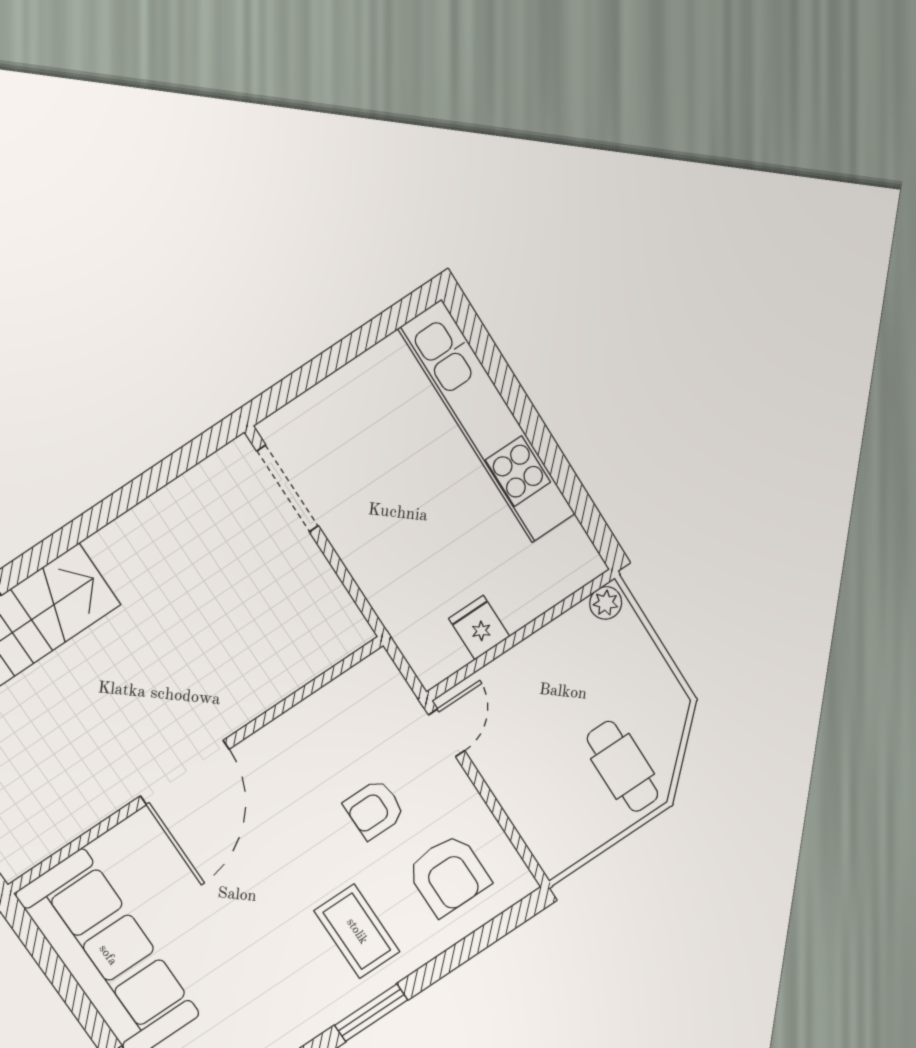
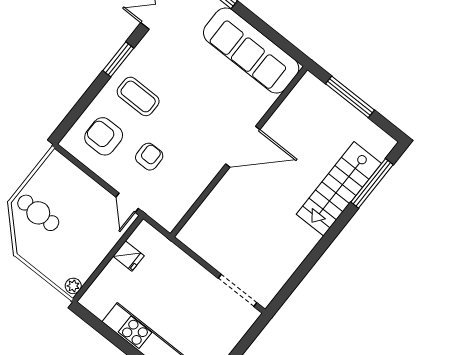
door: (185, 772) -> (243, 147), swing flipped

